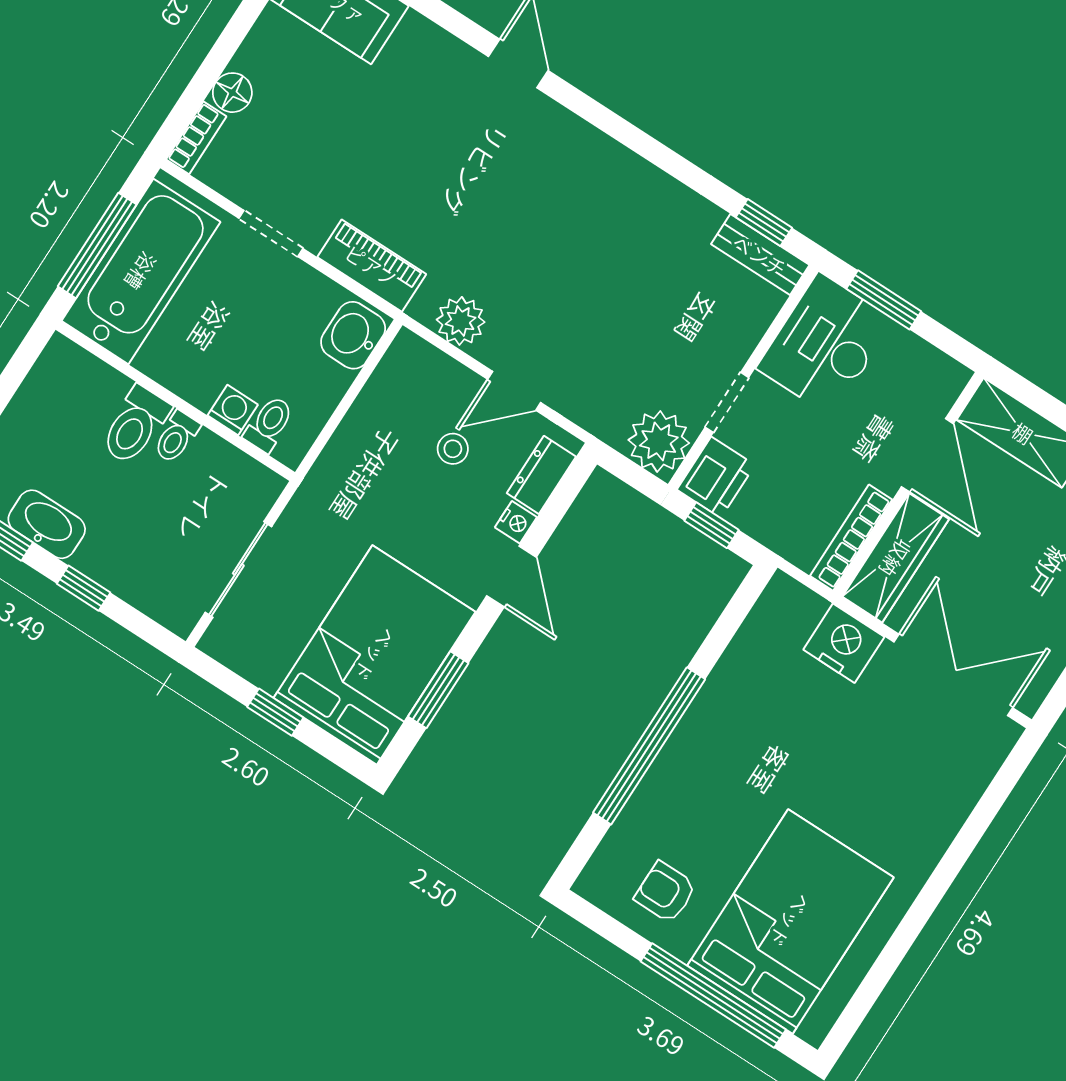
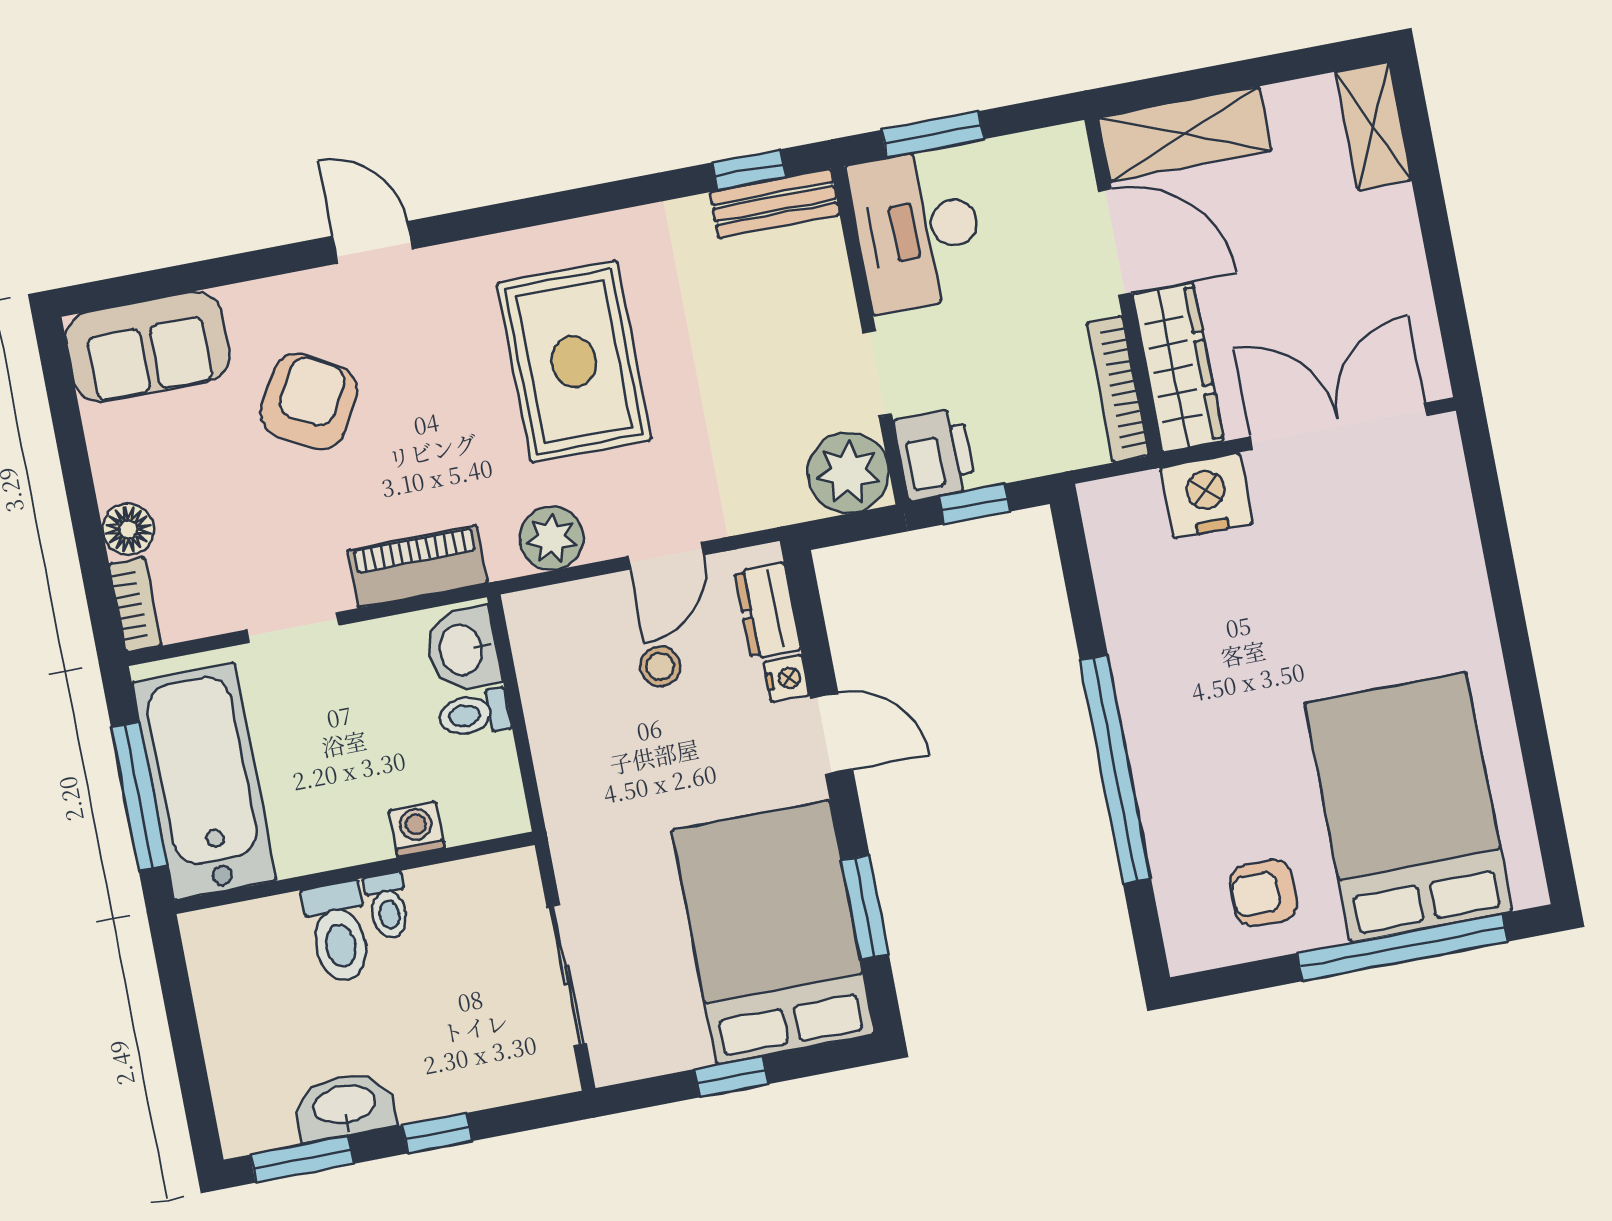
armchair: (399, 118) -> (309, 401), added
rug: (566, 235) -> (574, 362), added
toilet: (269, 424) -> (474, 714), moved, turned -90

